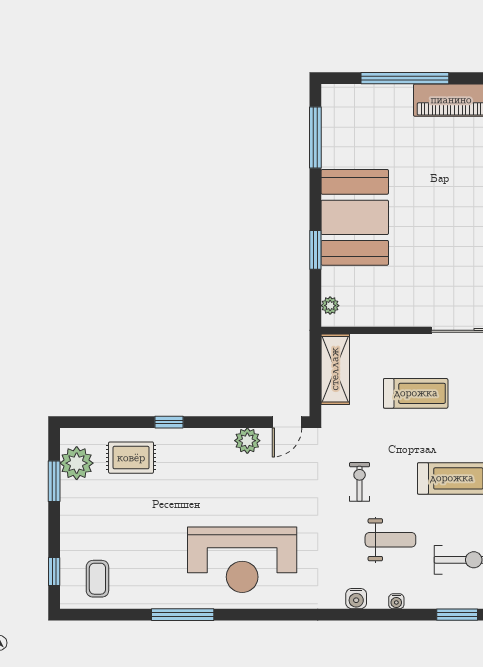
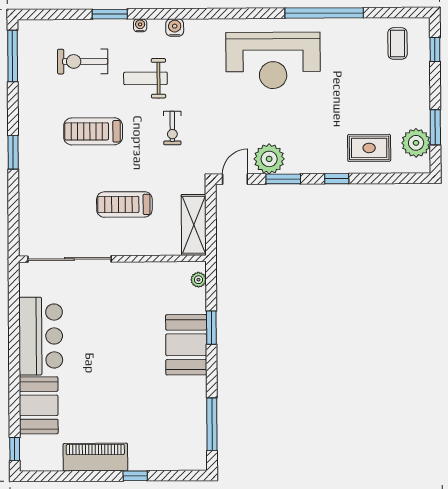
window: (405, 78) -> (135, 476), width x0.32
booth: (355, 217) -> (186, 345), width x0.73, depth x0.70
window: (231, 422) -> (283, 179), added
plant: (247, 441) -> (269, 159), width x1.36, depth x1.36
reception desk: (242, 560) -> (273, 60), turned 180
window: (183, 615) -> (324, 13), width x1.46
window: (457, 615) -> (110, 14), moved

